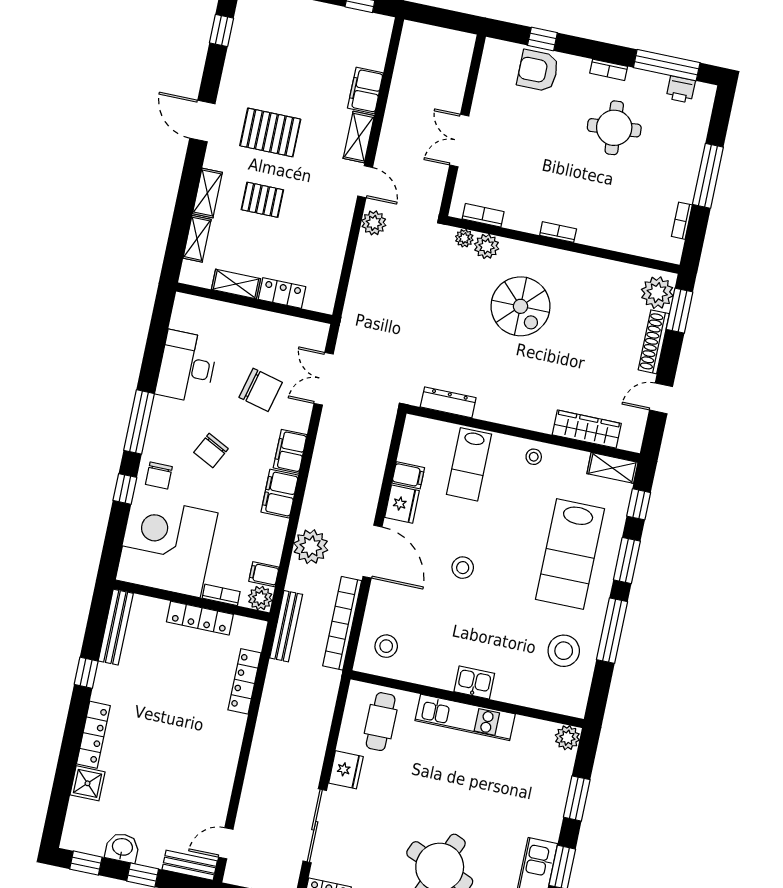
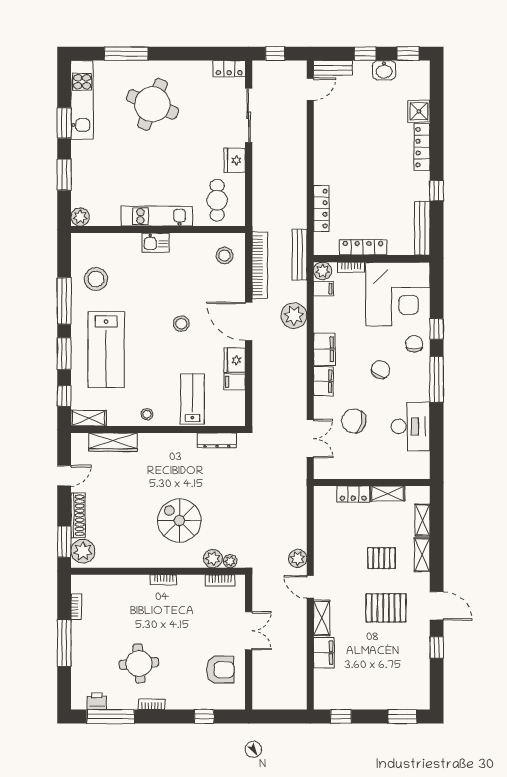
window: (221, 30) -> (437, 647), moved
armchair: (538, 71) -> (220, 670), moved
lab bench: (570, 554) -> (106, 350), turned 180

